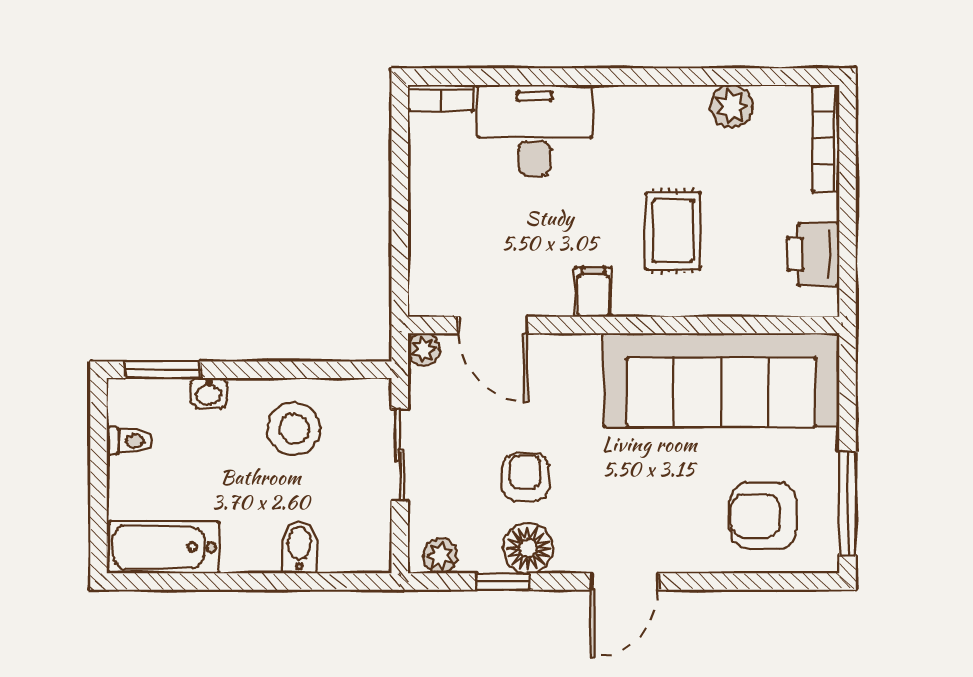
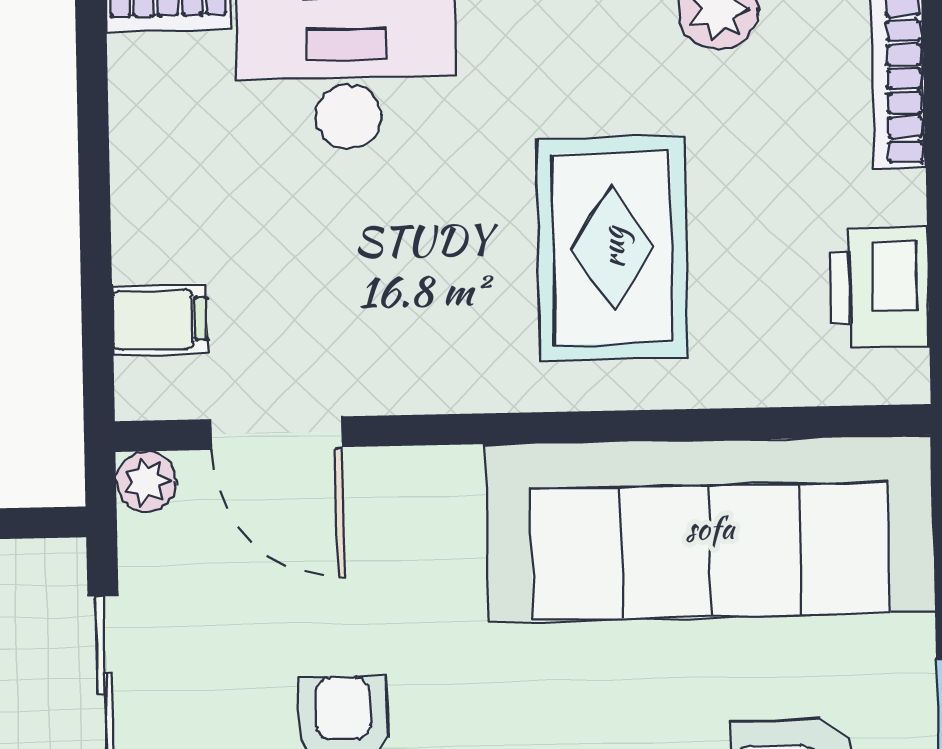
rug: (673, 231) -> (613, 248), width x1.36, depth x1.43
filing cabinet: (593, 292) -> (160, 319), moved, turned 90

